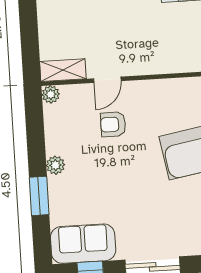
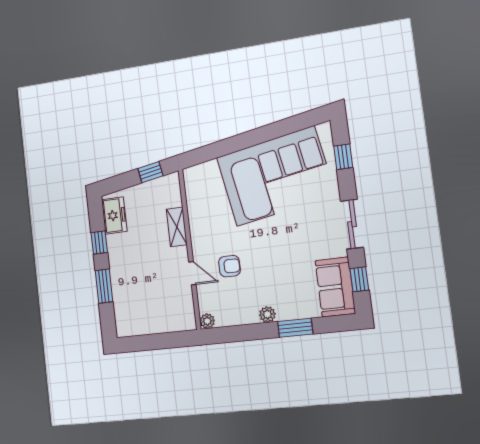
shelving: (63, 70) -> (177, 227), moved
armchair: (113, 124) -> (229, 266), turned -90

